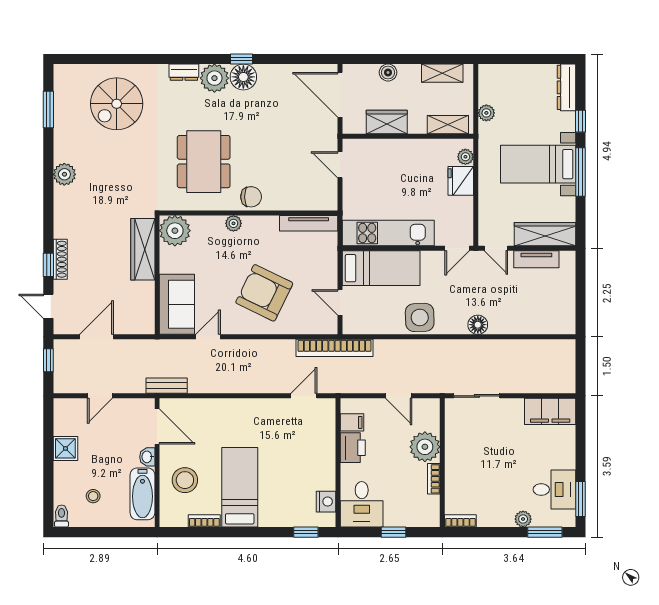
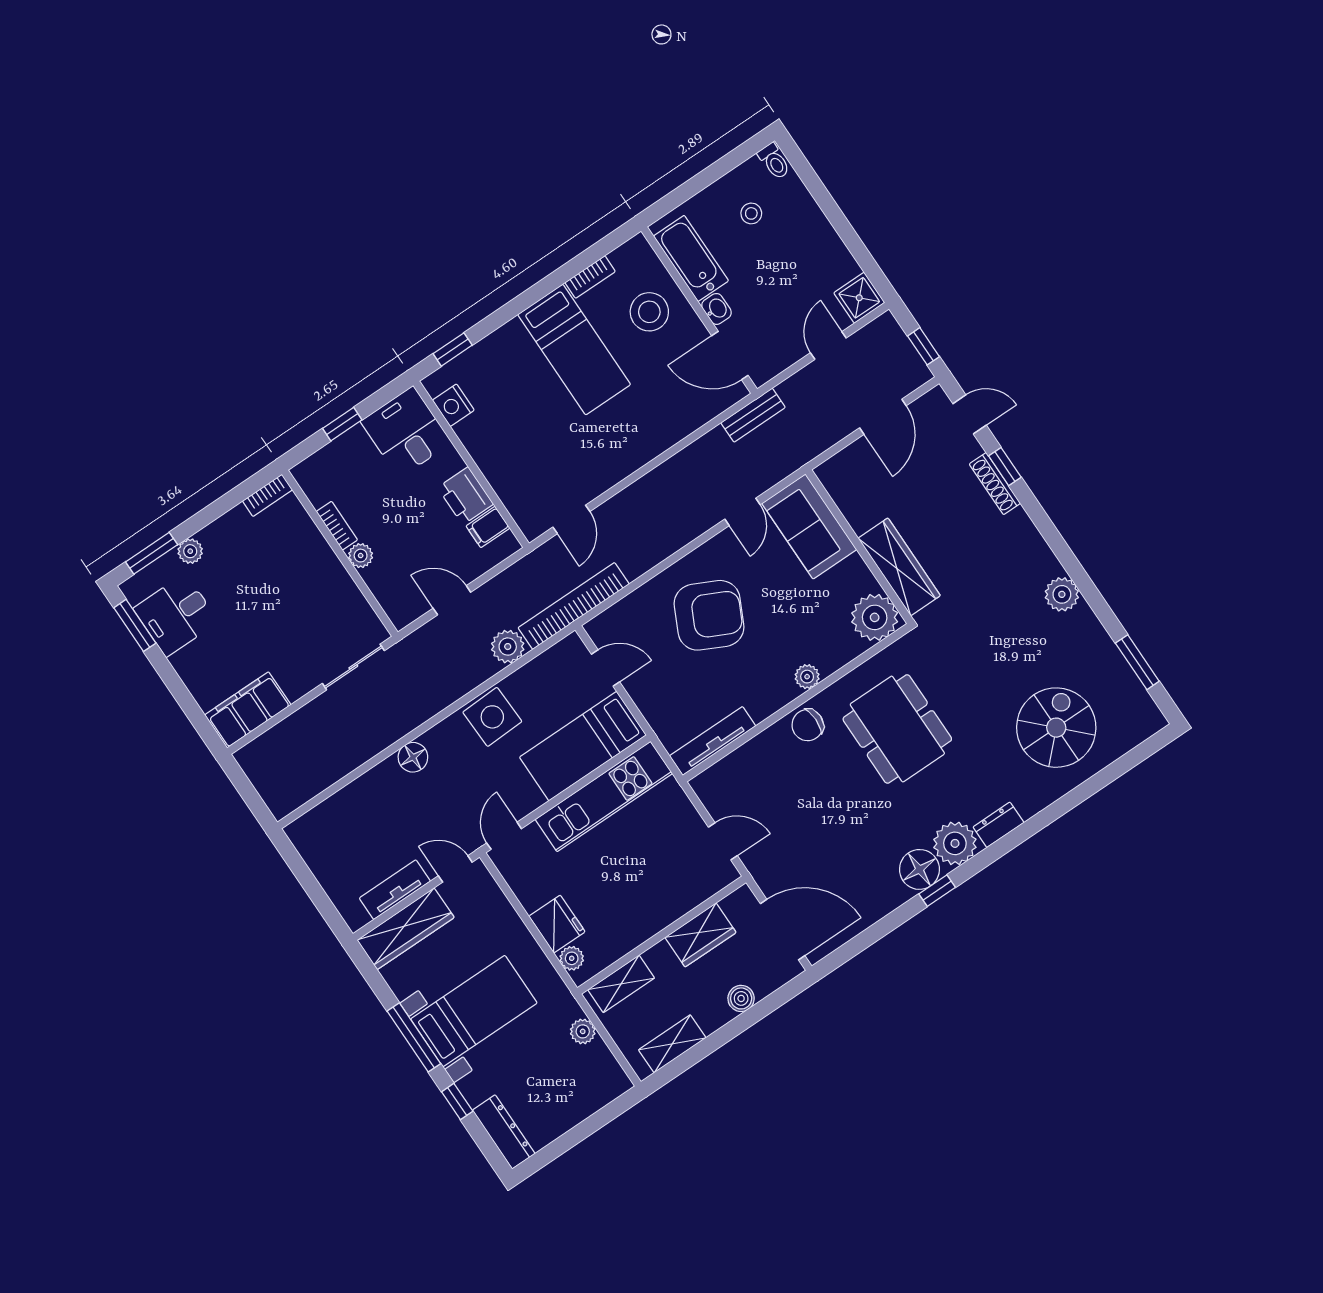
plant: (385, 350) -> (508, 647), added
plant: (425, 447) -> (361, 556), width x0.53, depth x0.53
shower: (65, 448) -> (859, 298), moved

